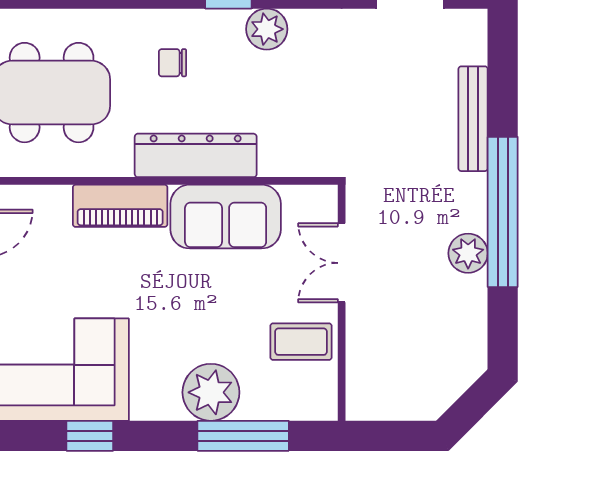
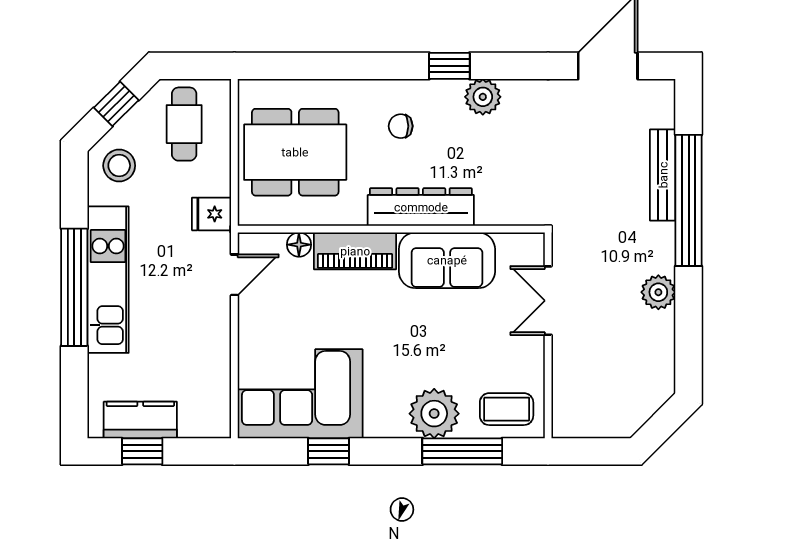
floor lamp: (56, 199) -> (299, 245), added
window: (503, 212) -> (689, 200), moved
coffee table: (301, 342) -> (507, 409), moved

